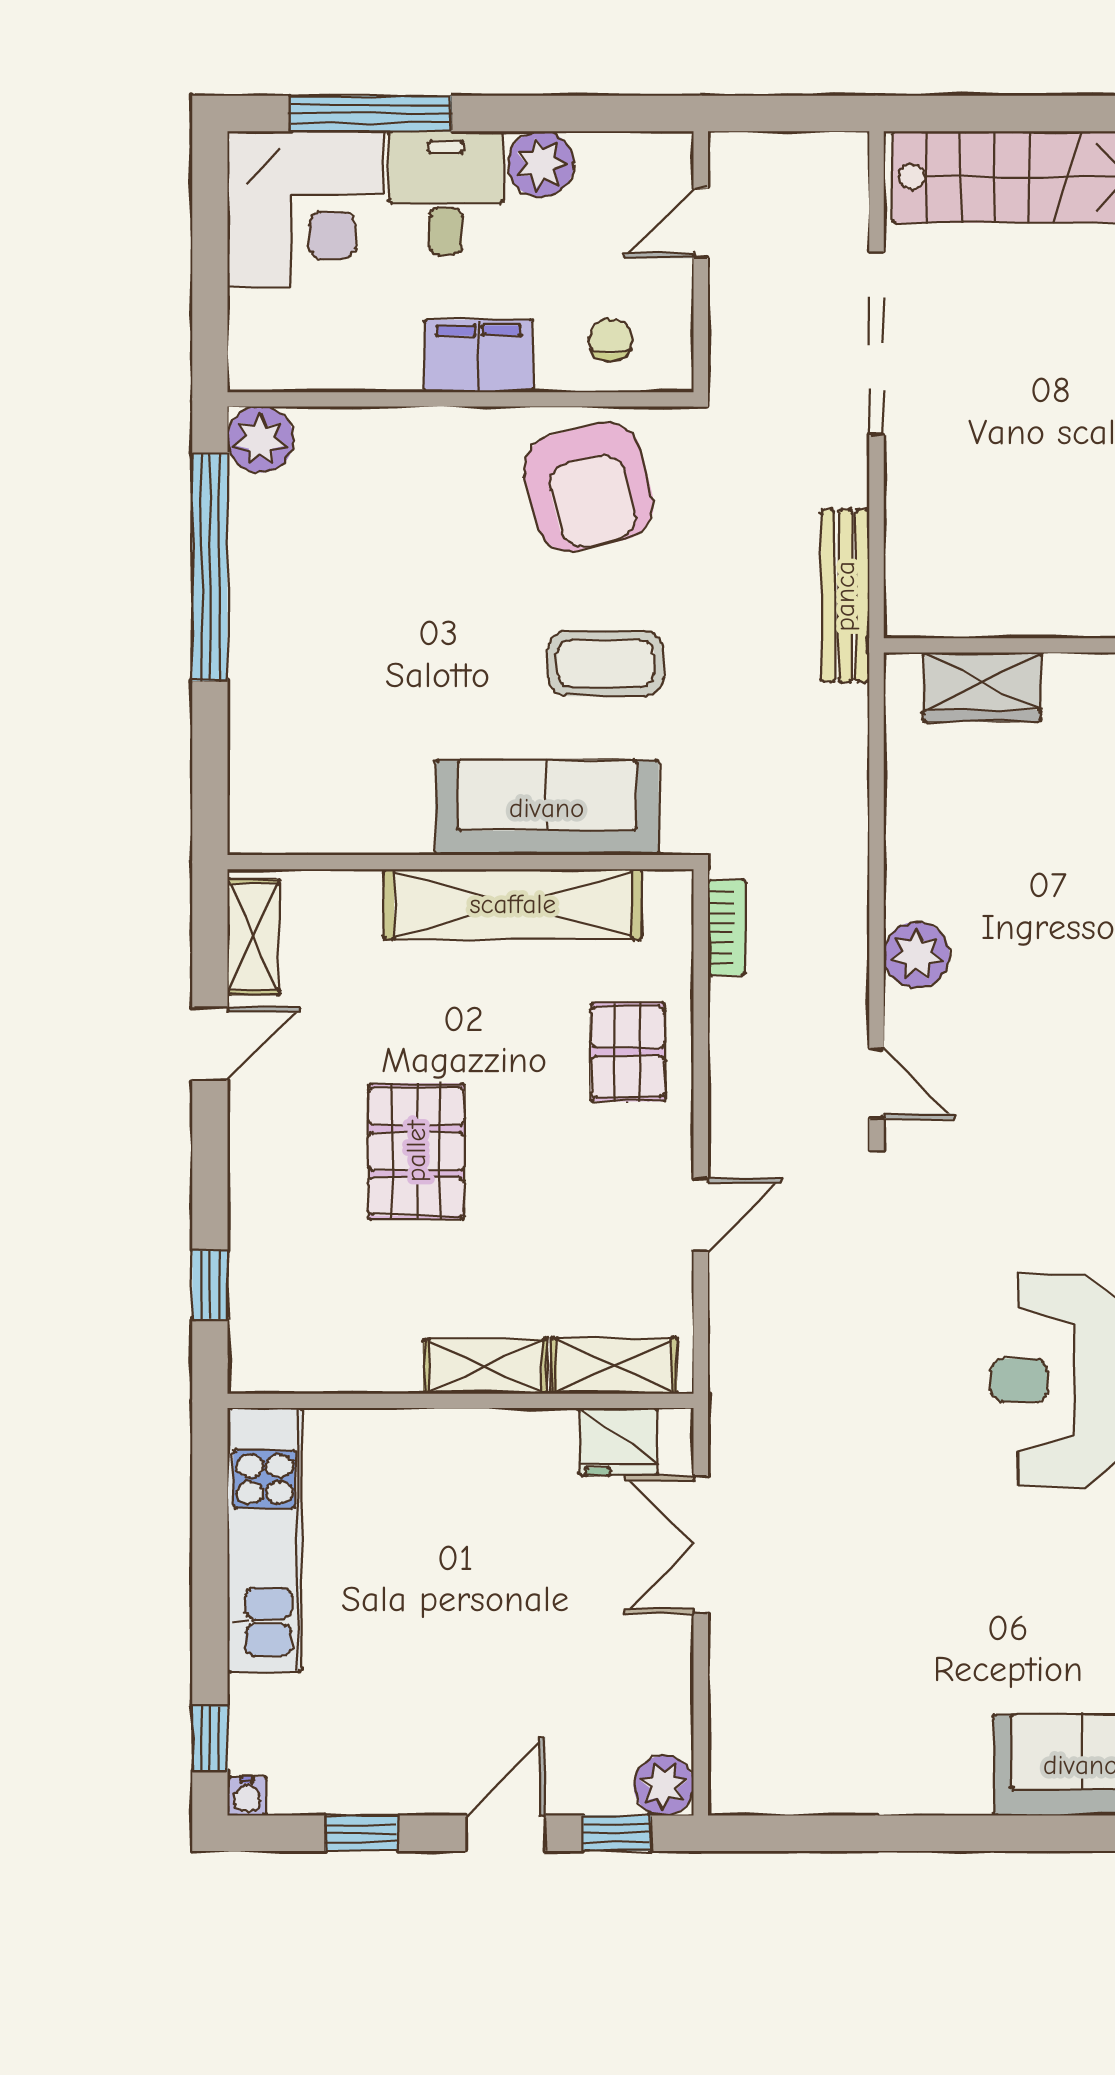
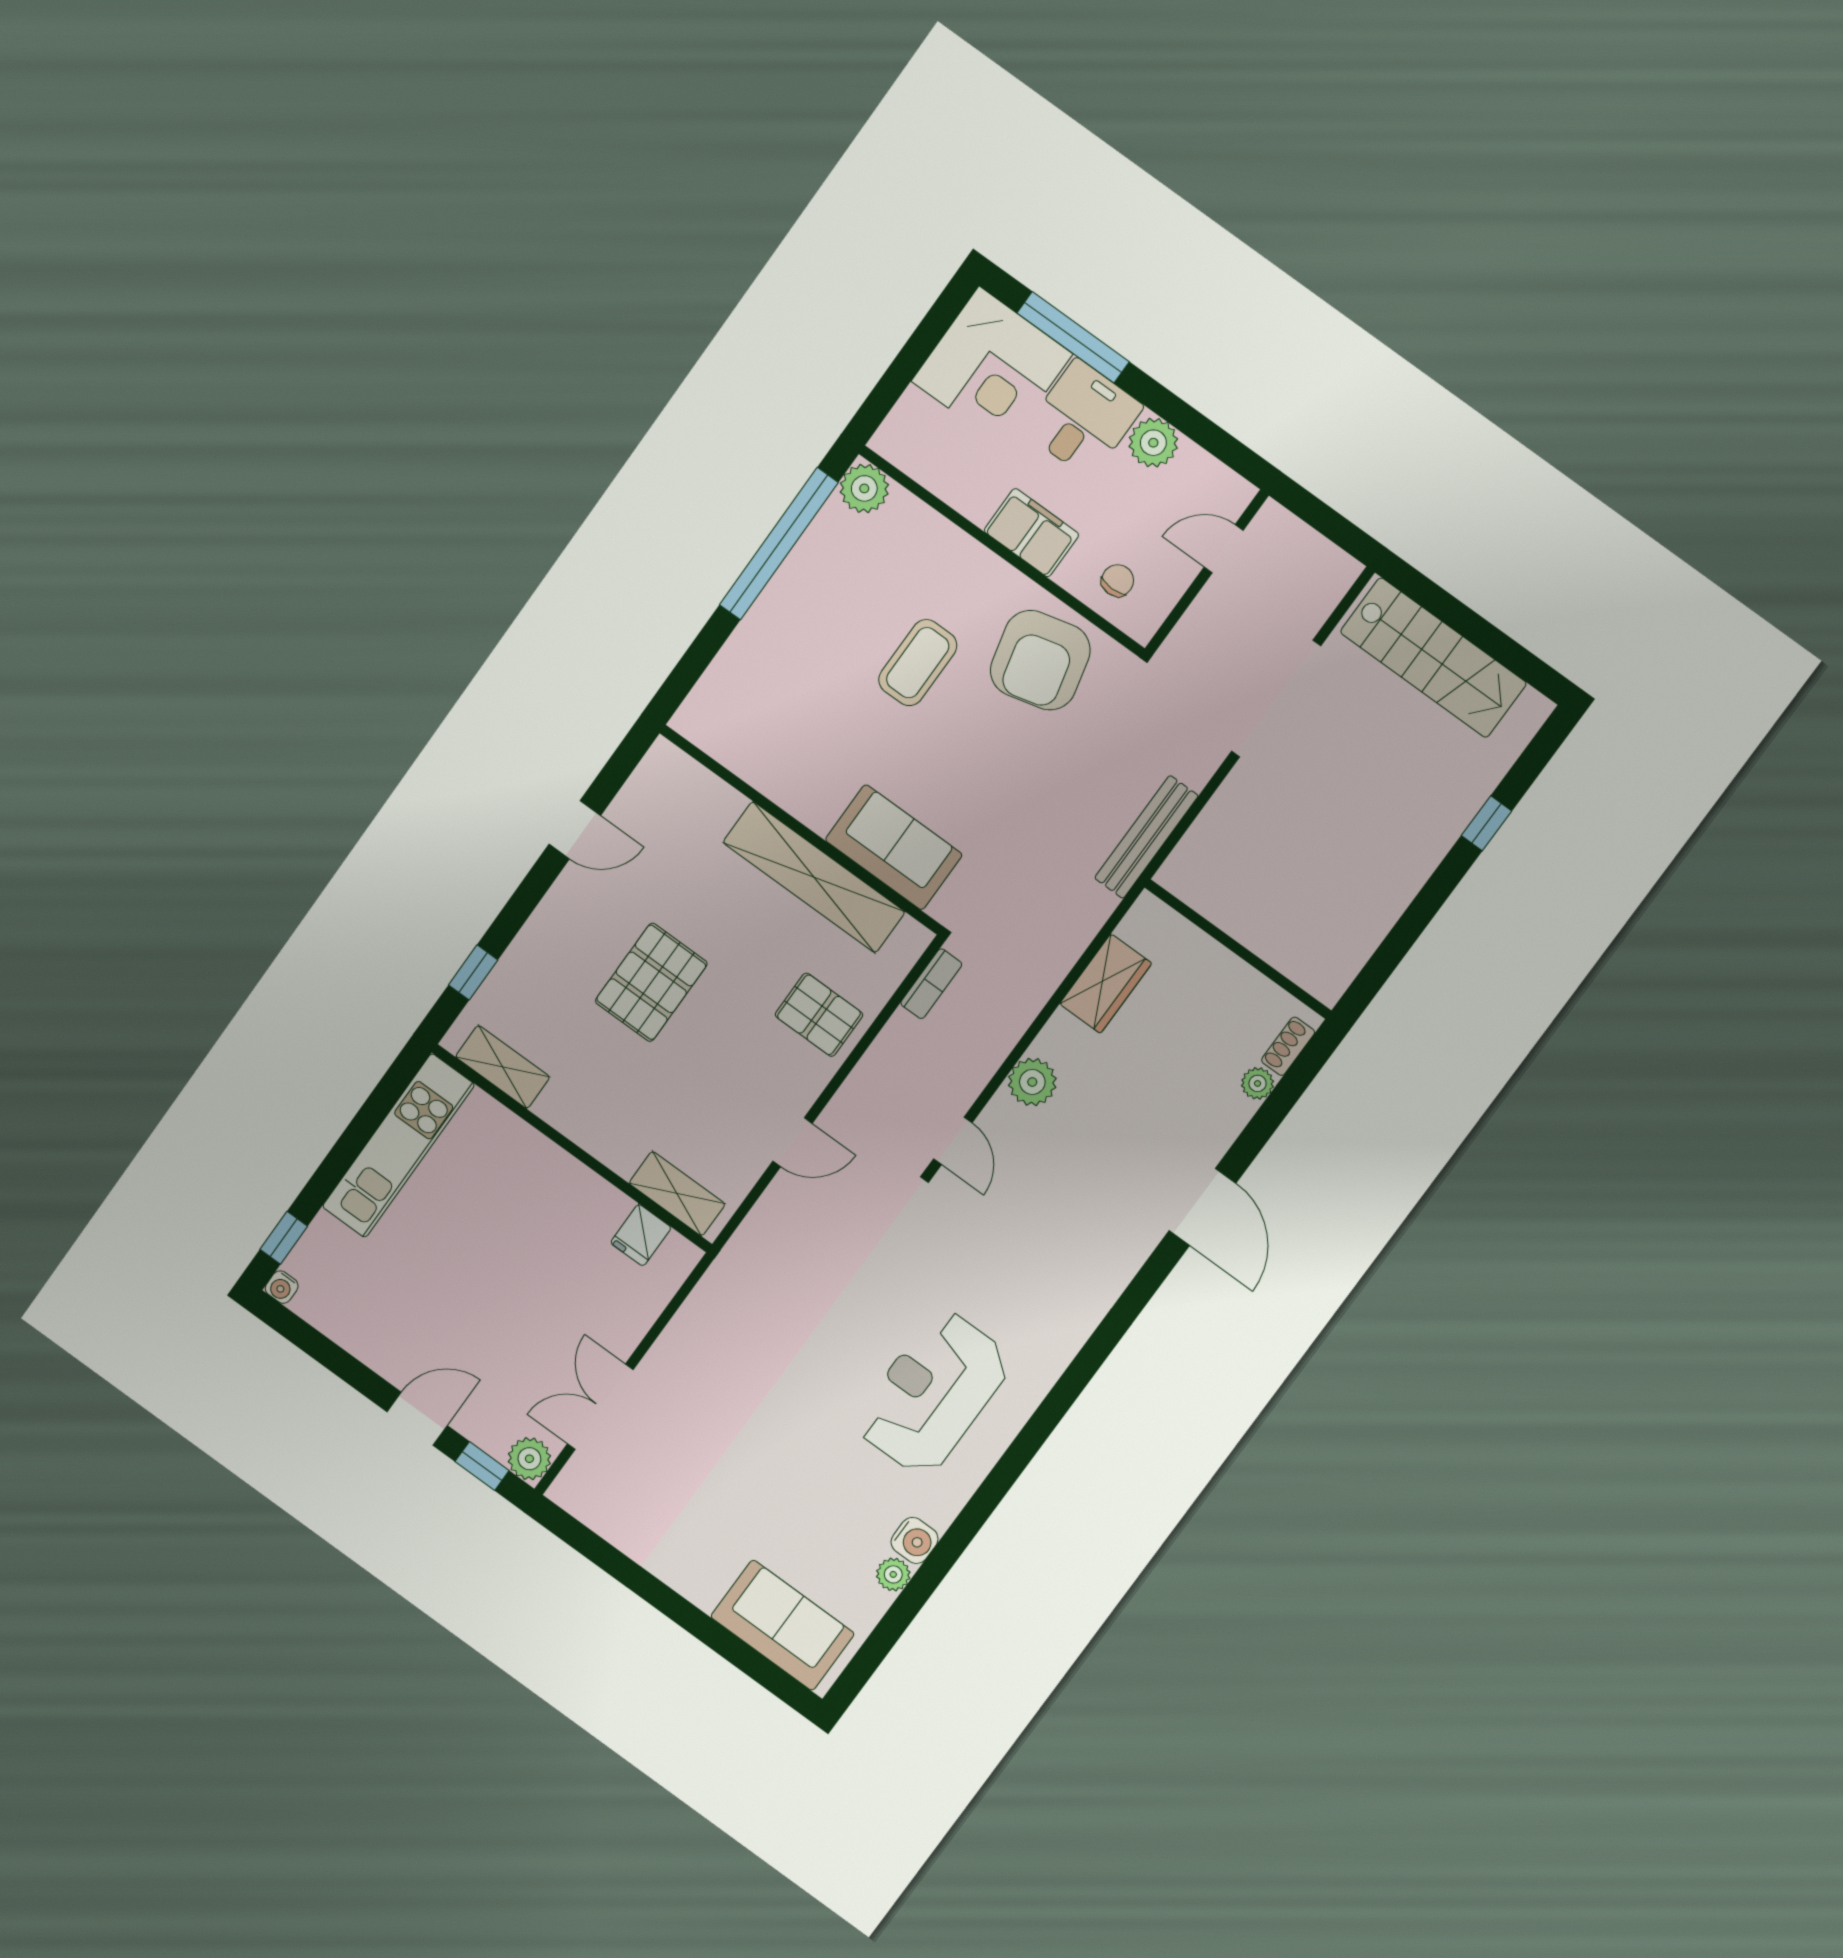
coffee table: (606, 663) -> (918, 663), moved, turned 90
wardrobe: (982, 687) -> (1106, 984), moved, turned -90
sofa: (547, 808) -> (894, 847), width x0.73
shelving: (253, 937) -> (646, 785), removed
pallet: (628, 1052) -> (819, 1015), turned 90
shelving: (485, 1366) -> (503, 1067), moved
fridge: (618, 1442) -> (641, 1235), width x0.72
double door: (701, 1545) -> (600, 1407), moved
window: (362, 1833) -> (333, 1357), removed

